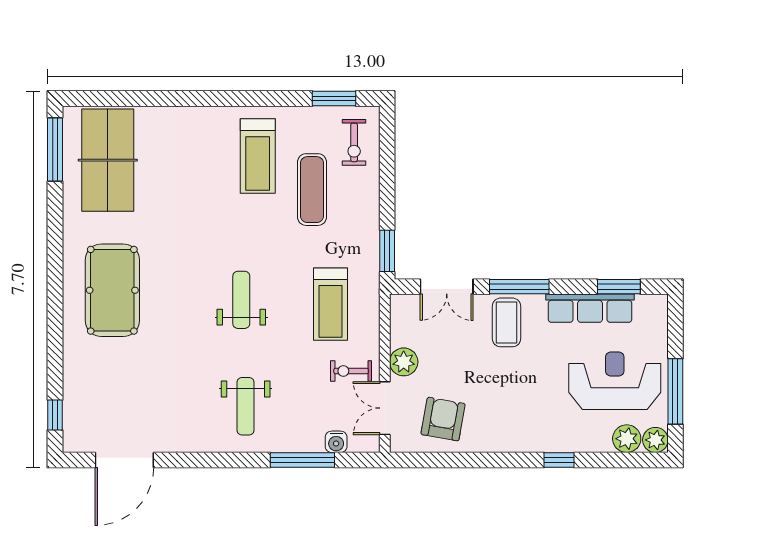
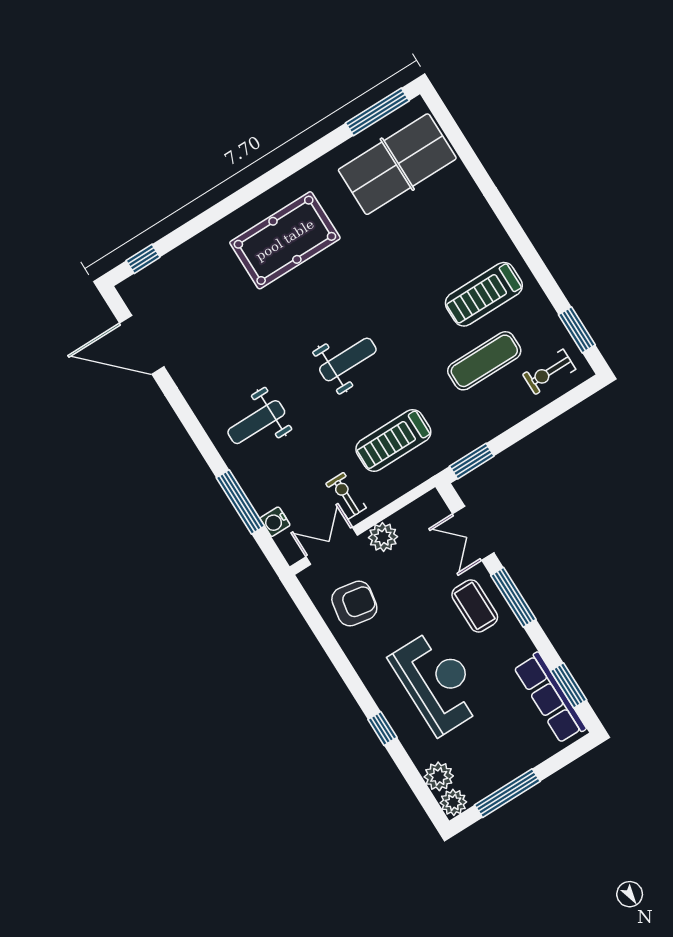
row of seats: (590, 308) -> (550, 698), moved
coffee table: (506, 322) -> (475, 606), turned 90
reception desk: (615, 381) -> (437, 682), moved

